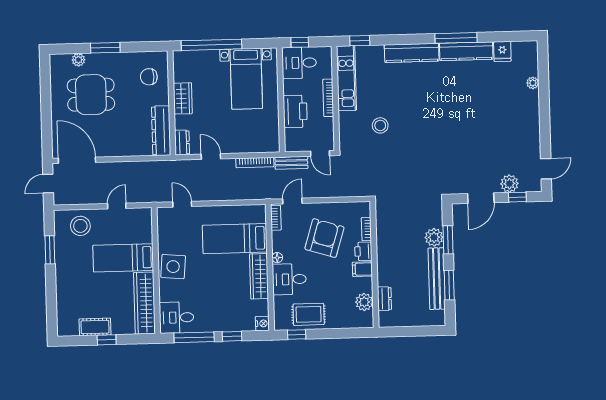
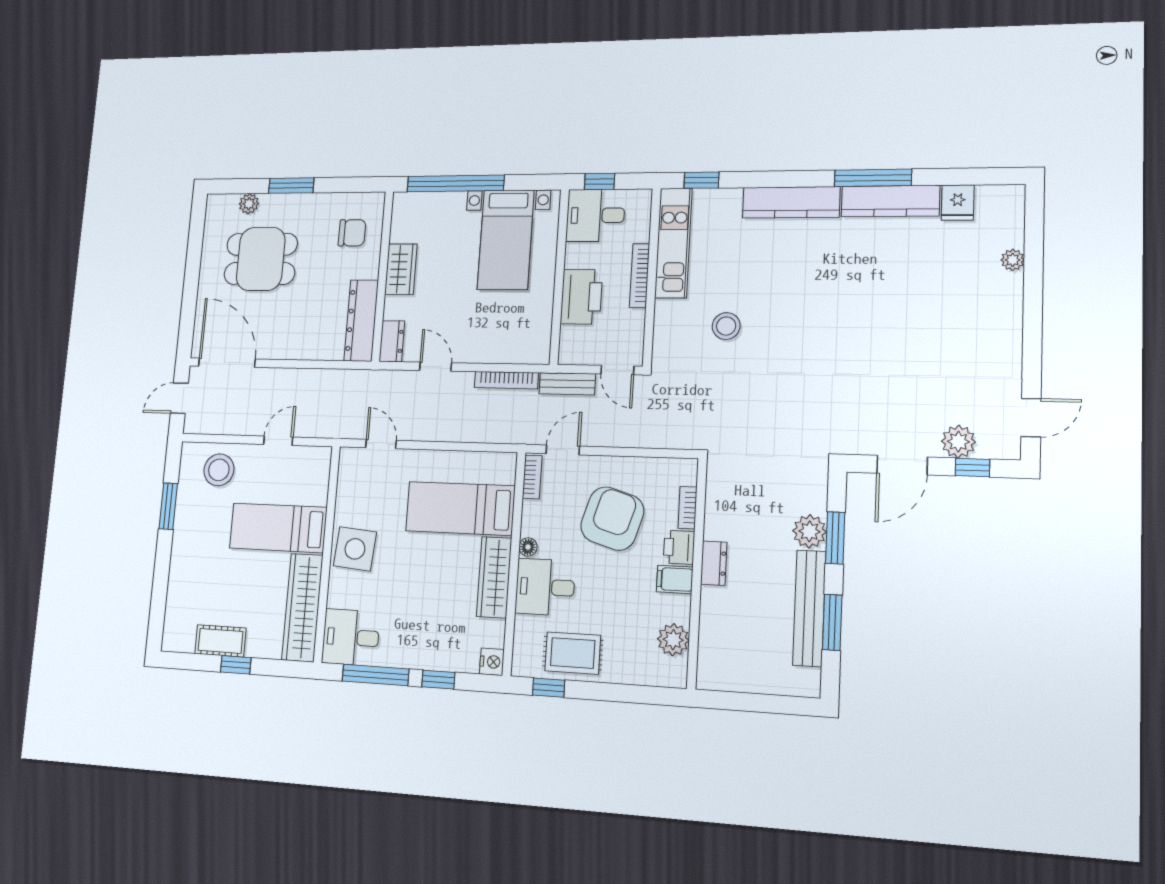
chair: (149, 77) -> (352, 233), turned 180
dresser: (384, 299) -> (714, 563), moved

